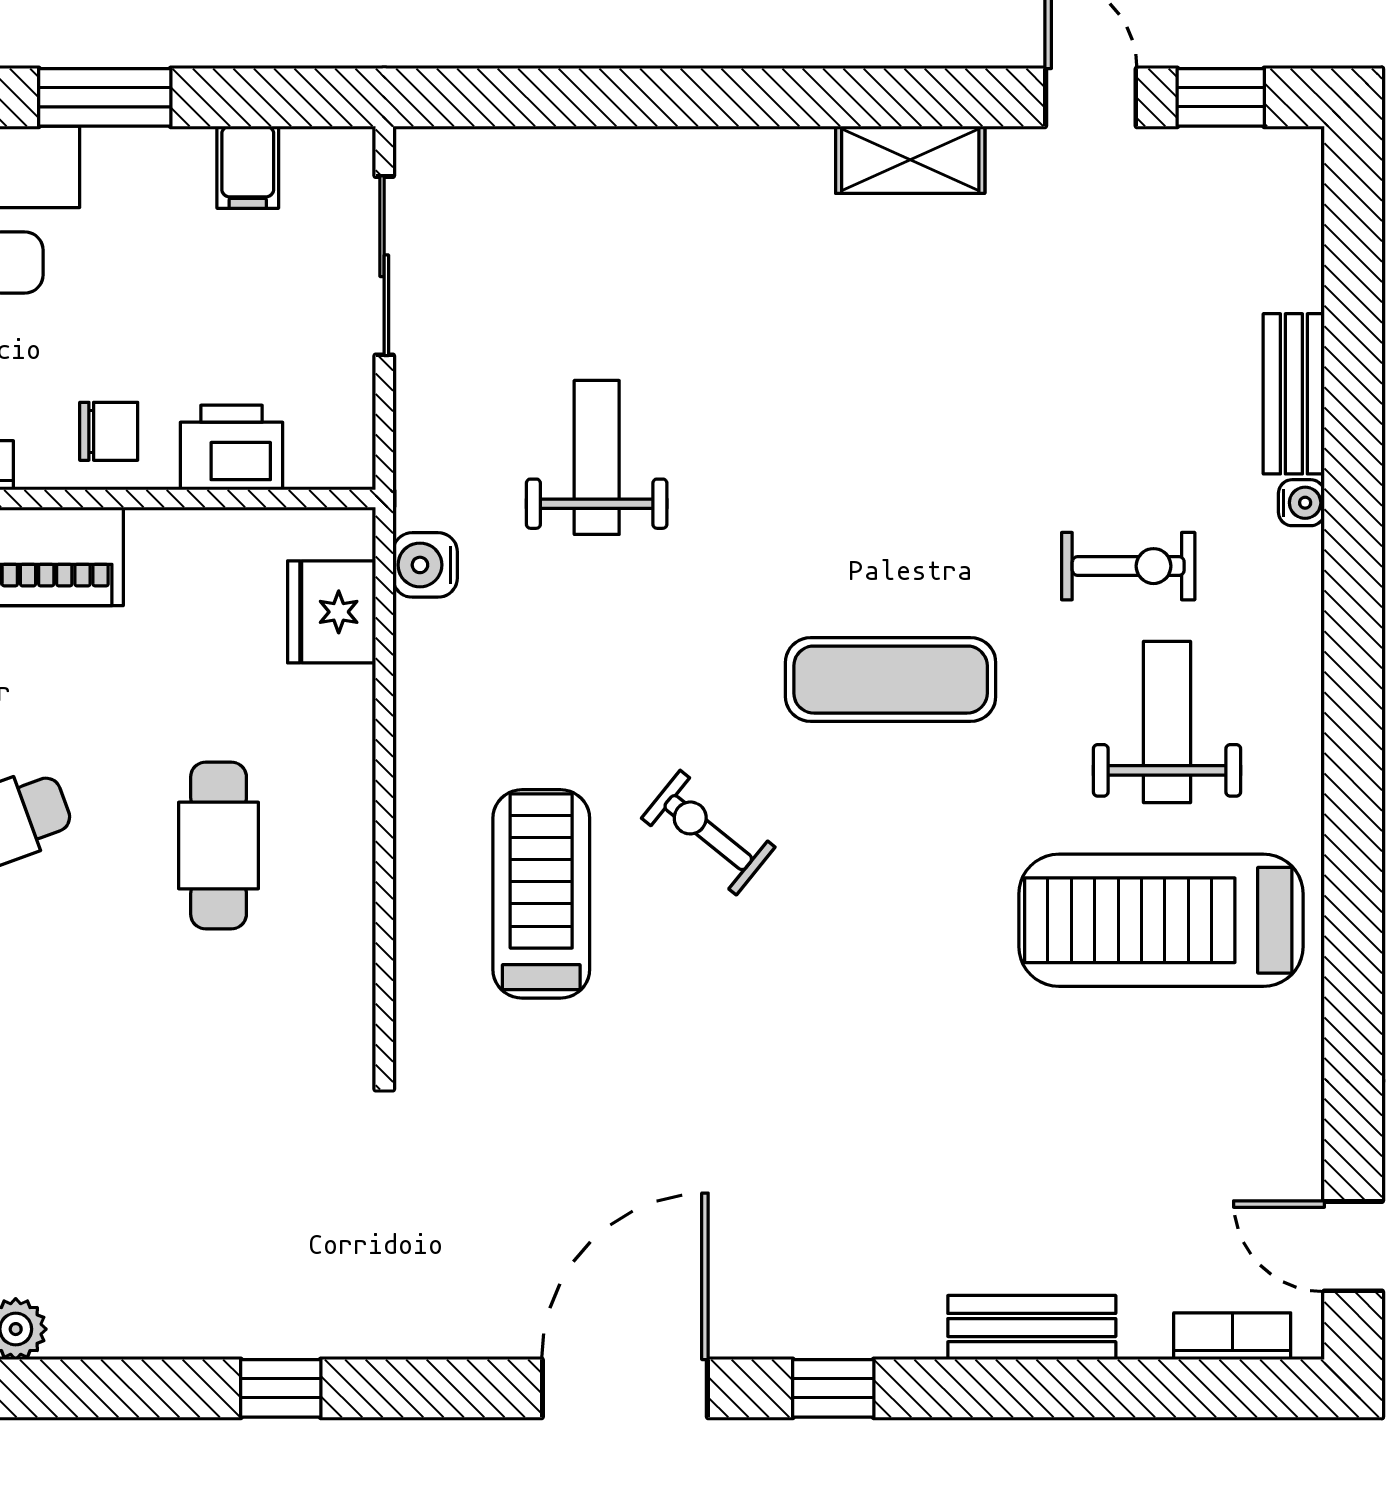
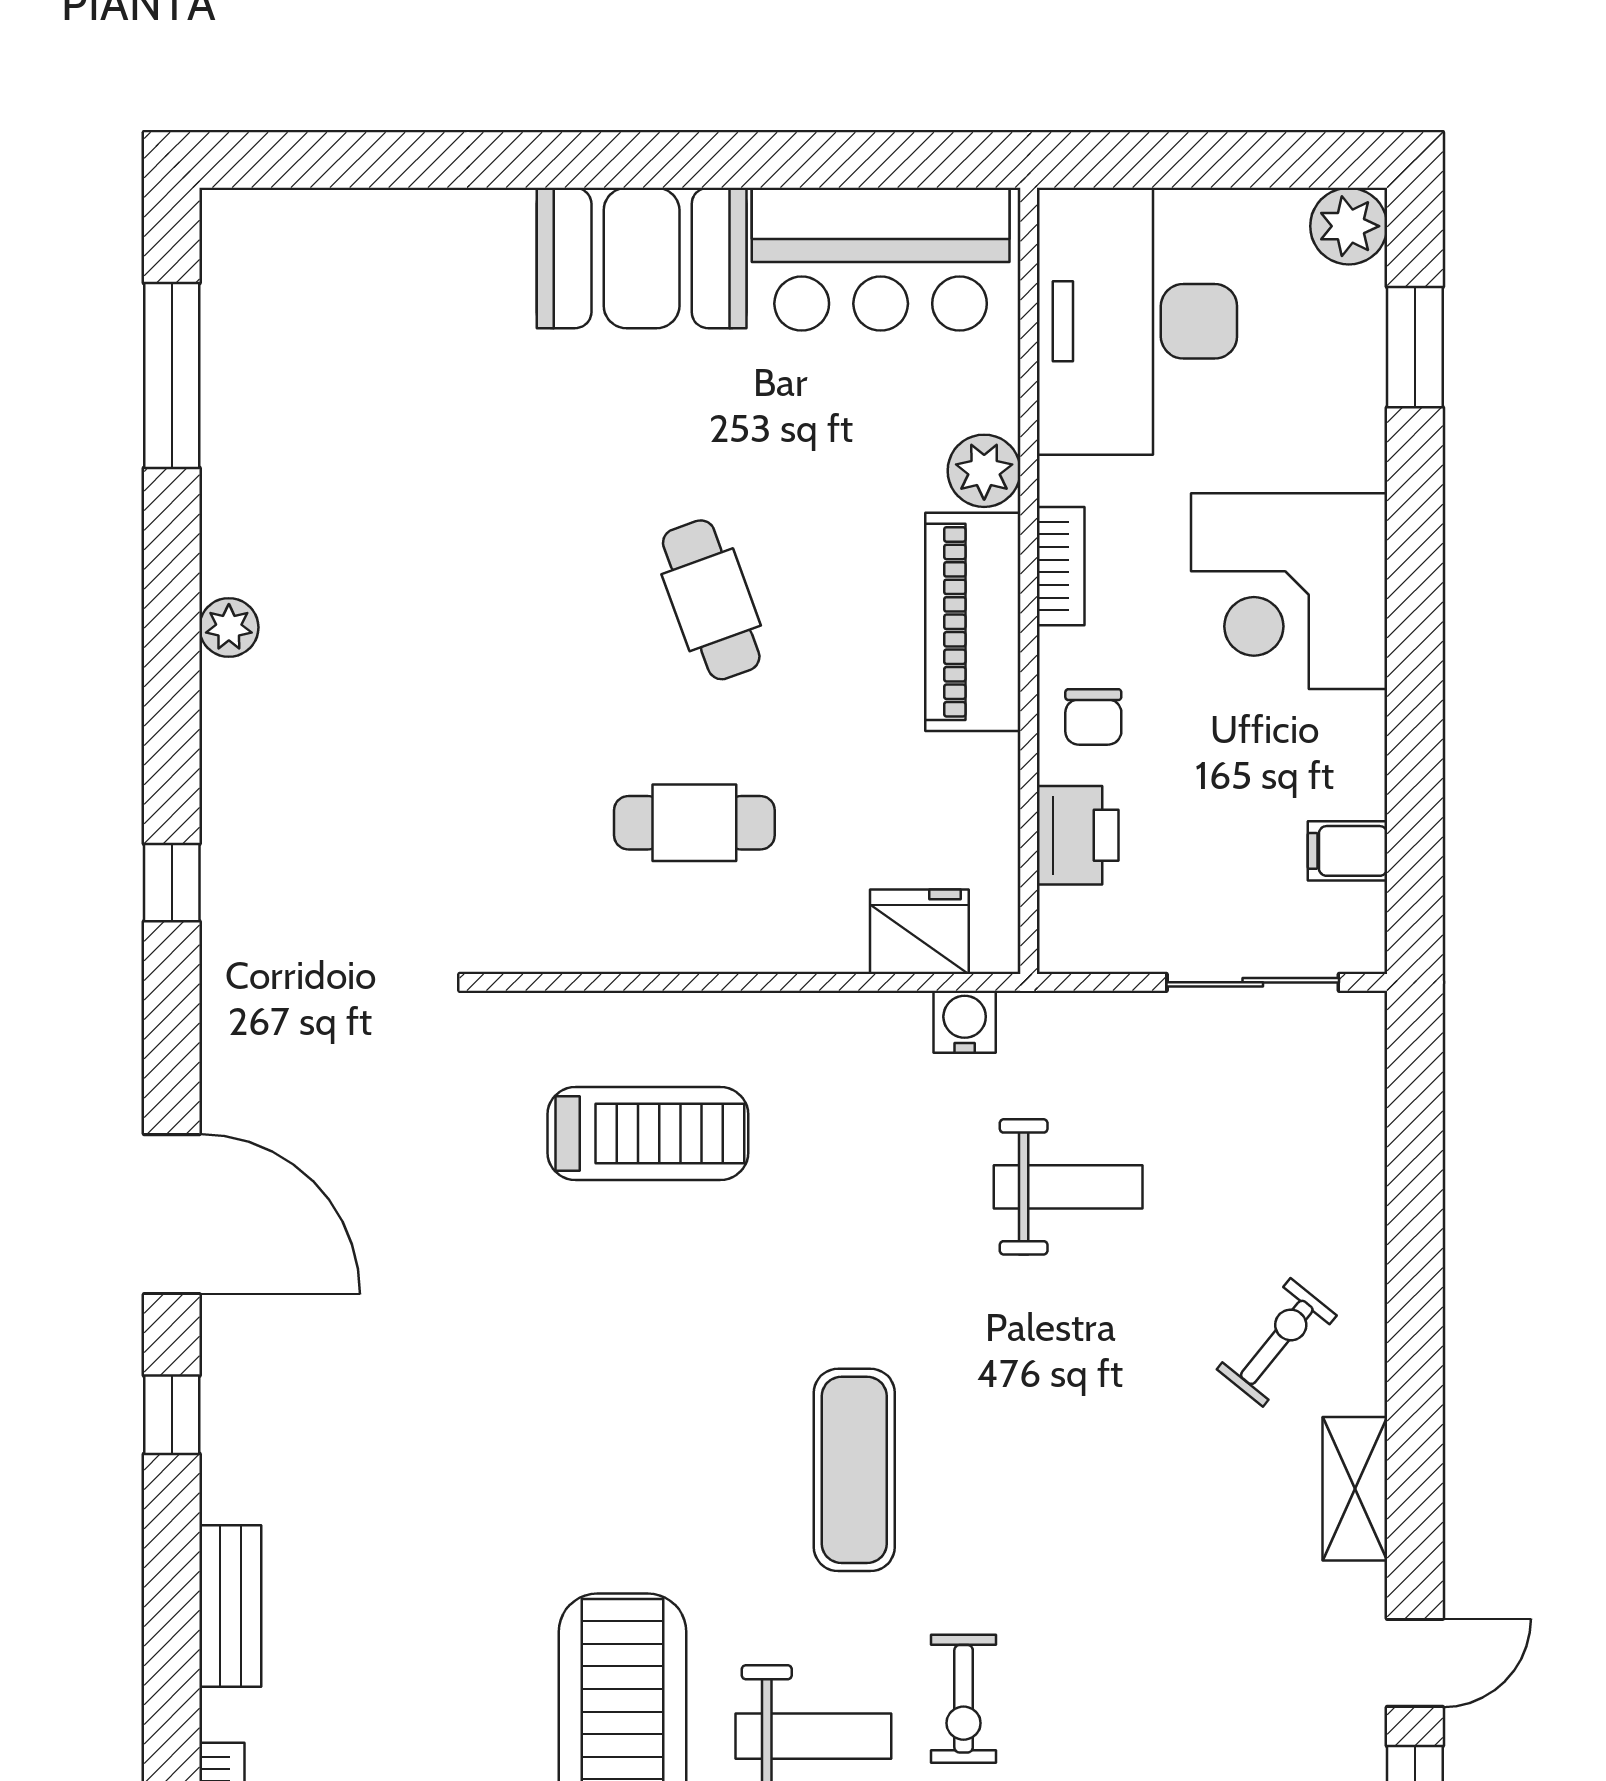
window: (105, 97) -> (1415, 713), removed
exercise bike: (708, 833) -> (1277, 1342), moved

